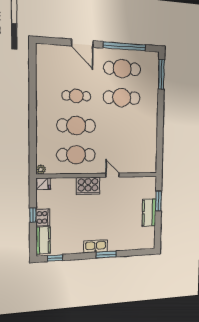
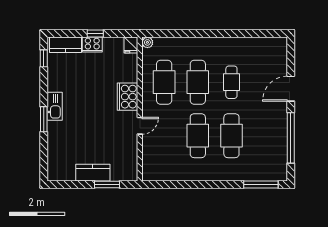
cafe table: (122, 69) -> (198, 136), moved

